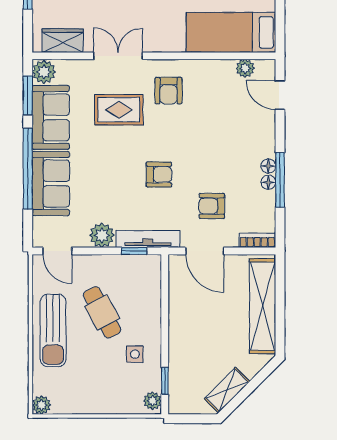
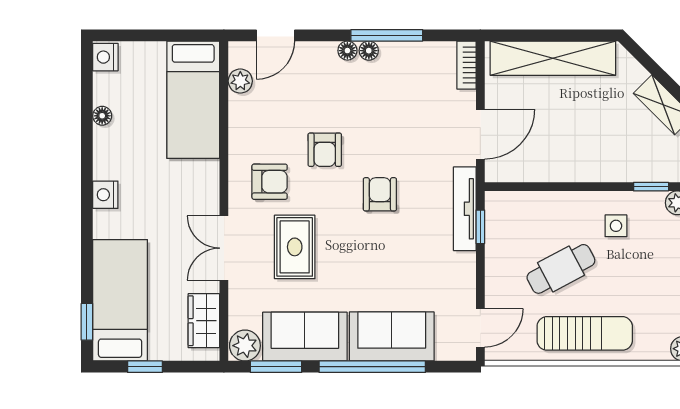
floor lamp: (268, 182) -> (347, 51), moved
armchair: (212, 206) -> (325, 150), moved
plant: (102, 235) -> (460, 269), removed

